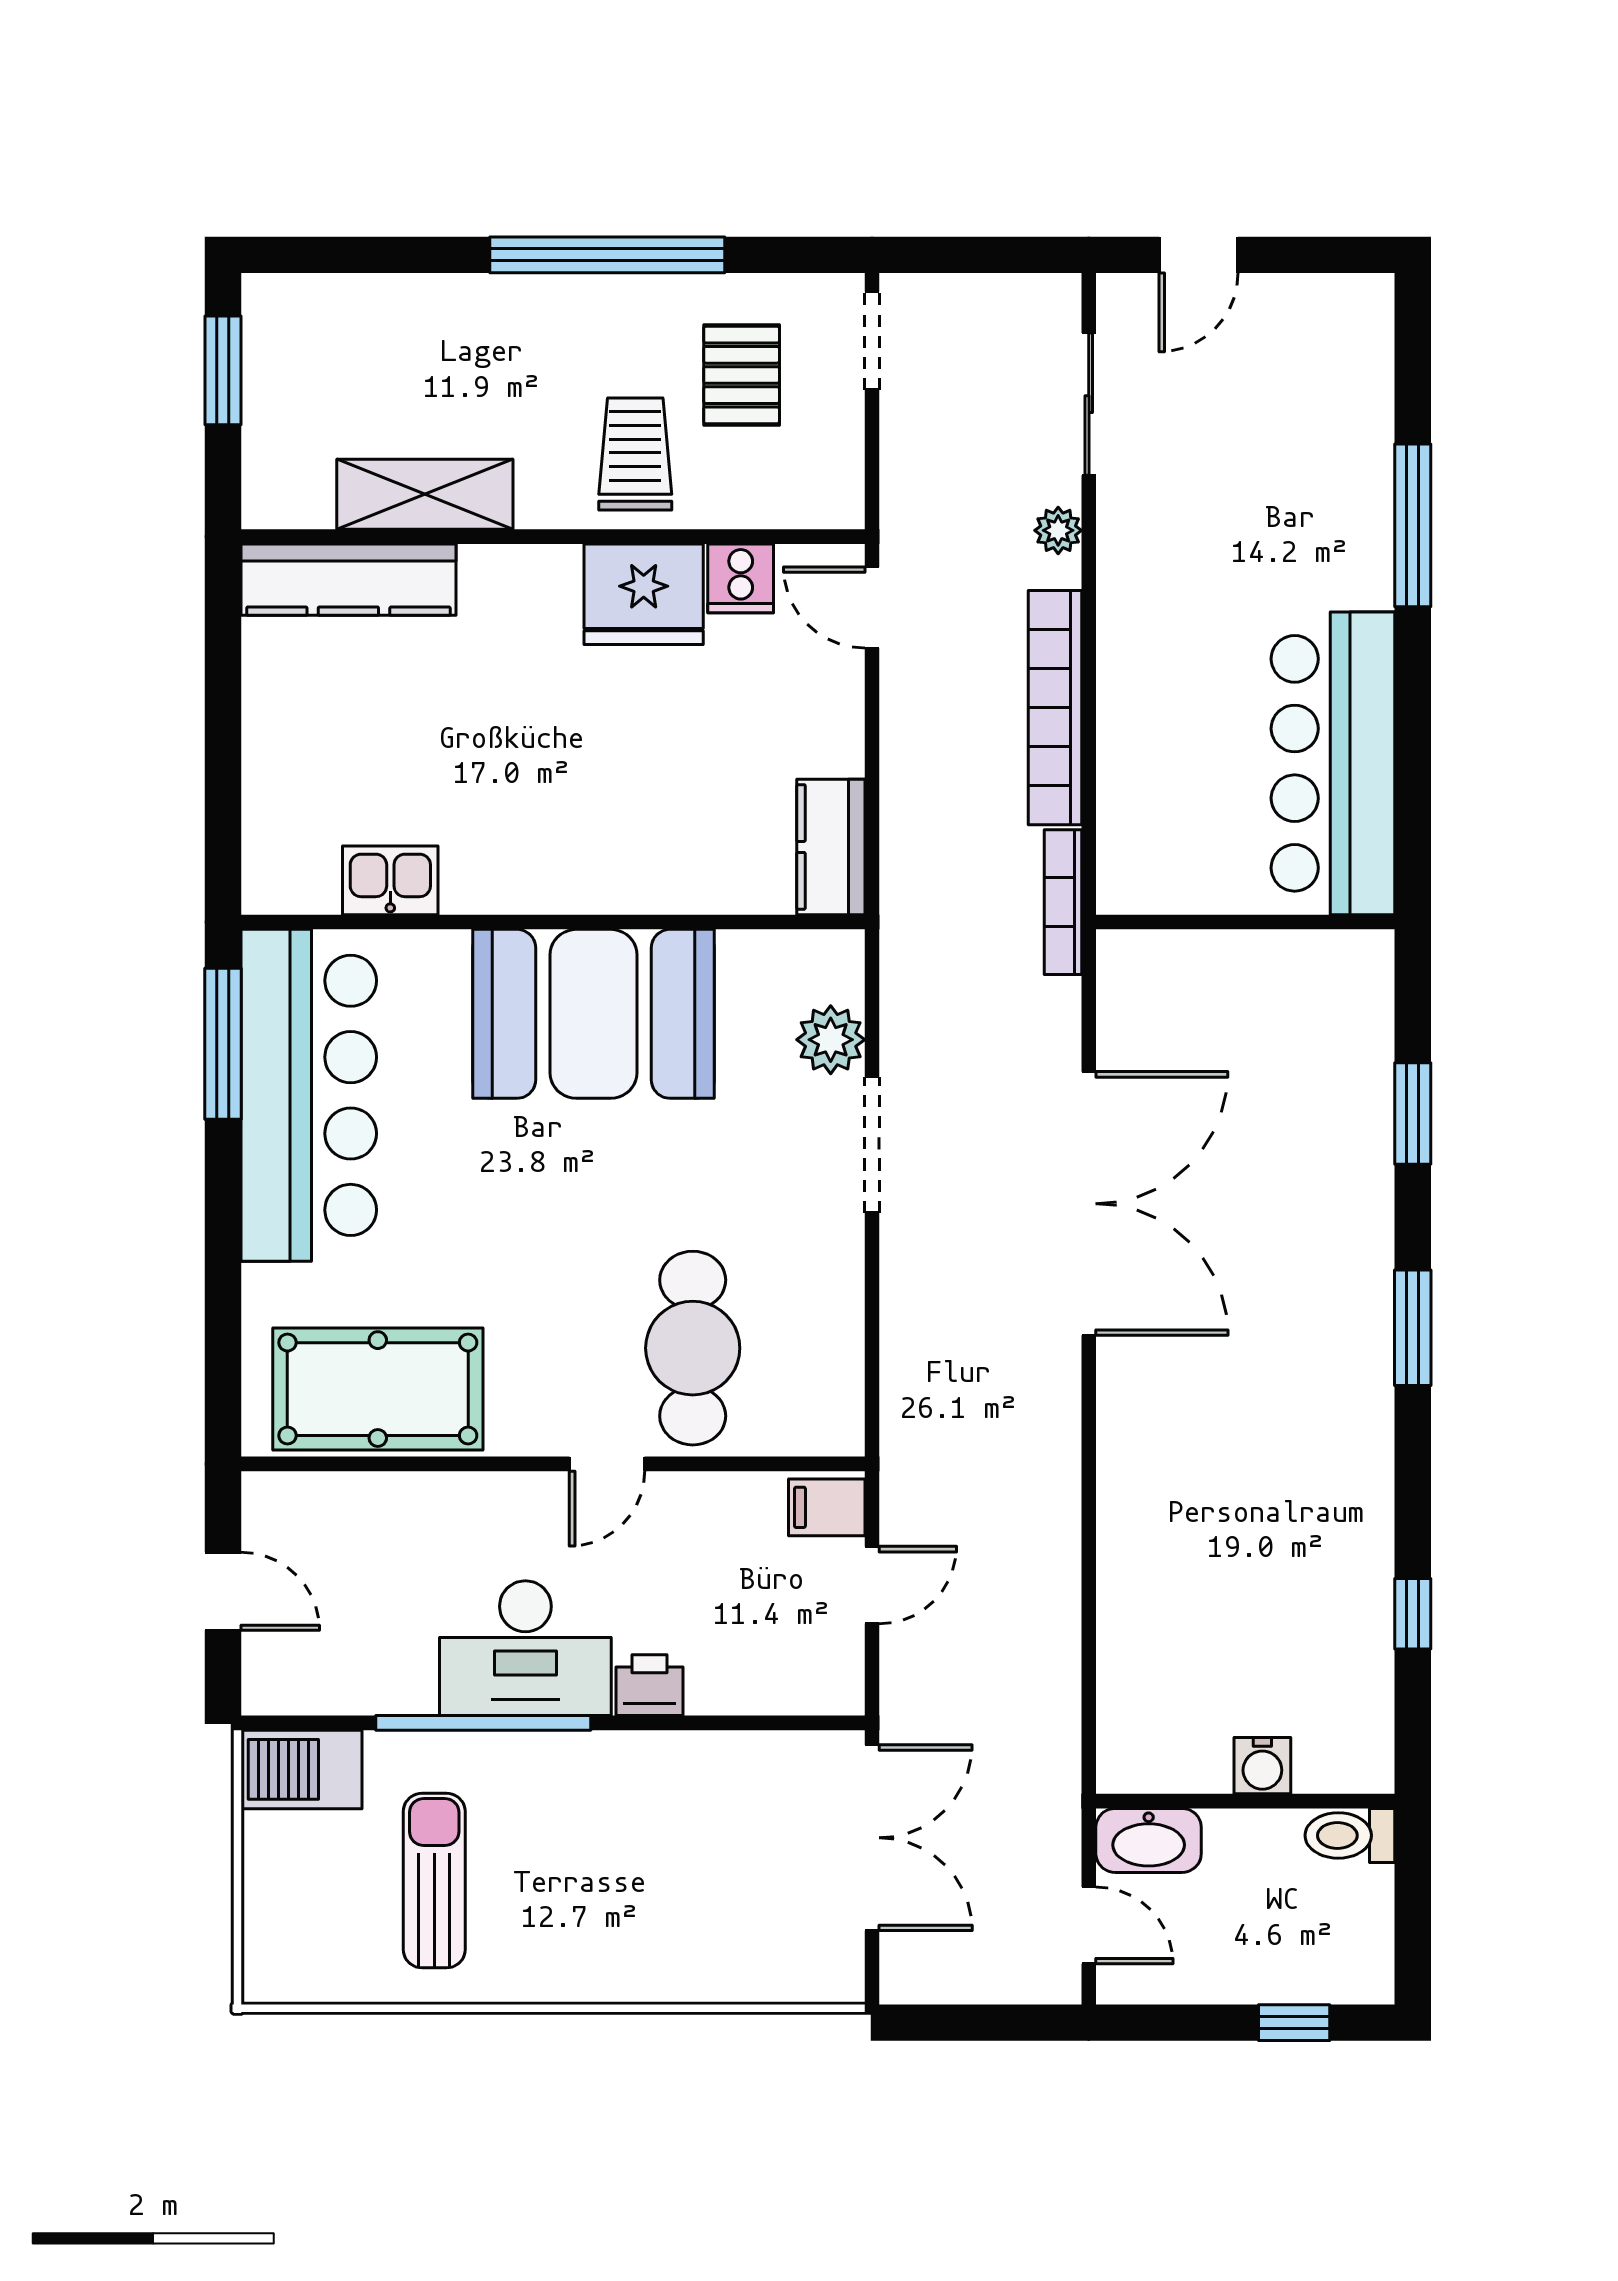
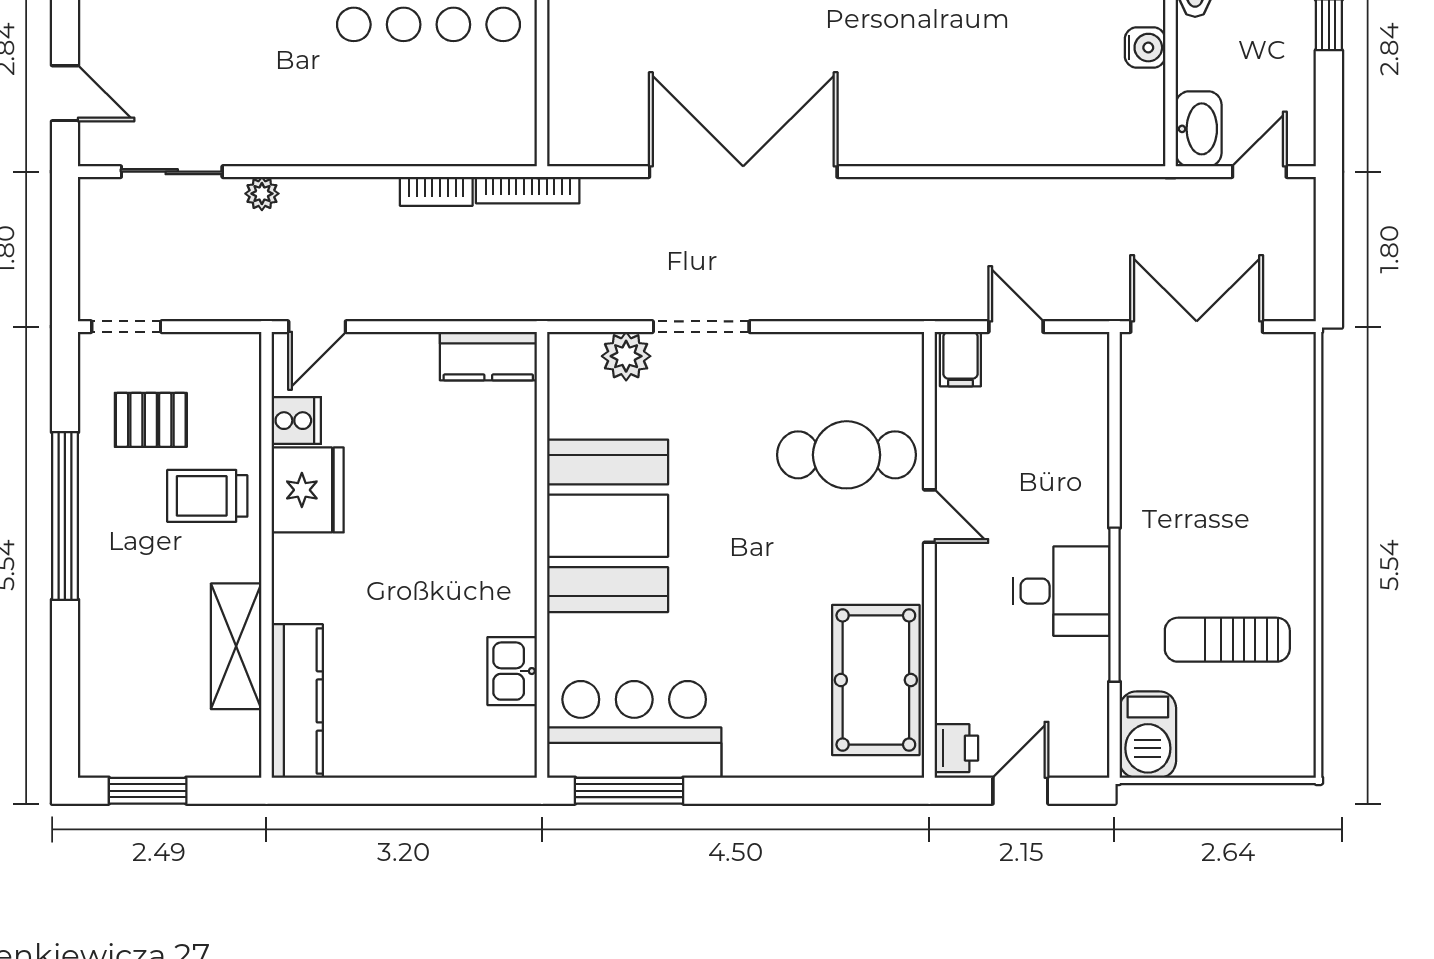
bookcase: (1055, 708) -> (436, 191), width x0.43, depth x0.76
bar counter: (309, 1095) -> (634, 729), width x0.73
desk: (525, 1648) -> (1061, 591), width x0.73
printer: (649, 1685) -> (956, 748), moved, turned 180

